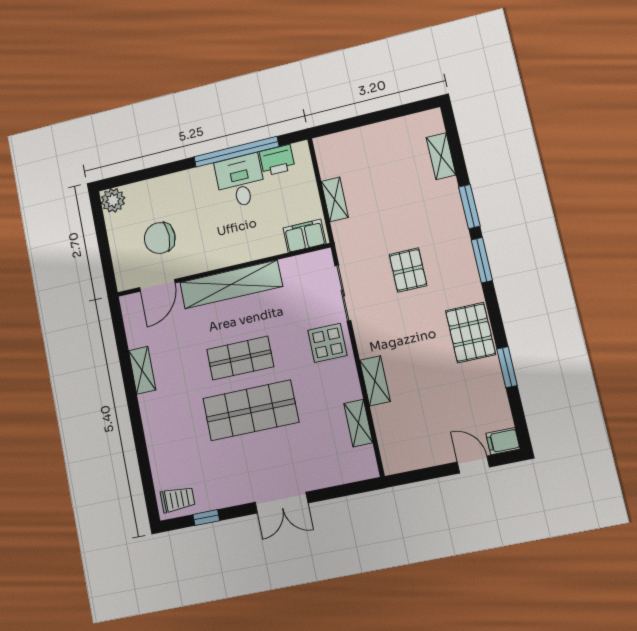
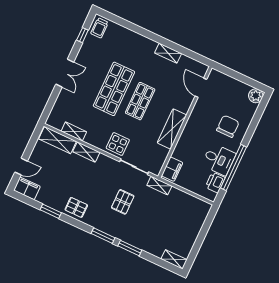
shelving: (441, 156) -> (174, 259), moved
shelving: (335, 199) -> (159, 186), moved
chair: (160, 238) -> (228, 126), moved
pallet: (408, 270) -> (123, 202), turned 90
shelving: (231, 284) -> (172, 129), width x0.68
pallet: (471, 333) -> (76, 207), width x0.67, depth x0.71
shelving: (390, 438) -> (58, 140), added
filing cabinet: (503, 441) -> (27, 188), width x2.00
double door: (281, 503) -> (65, 73), swing flipped

